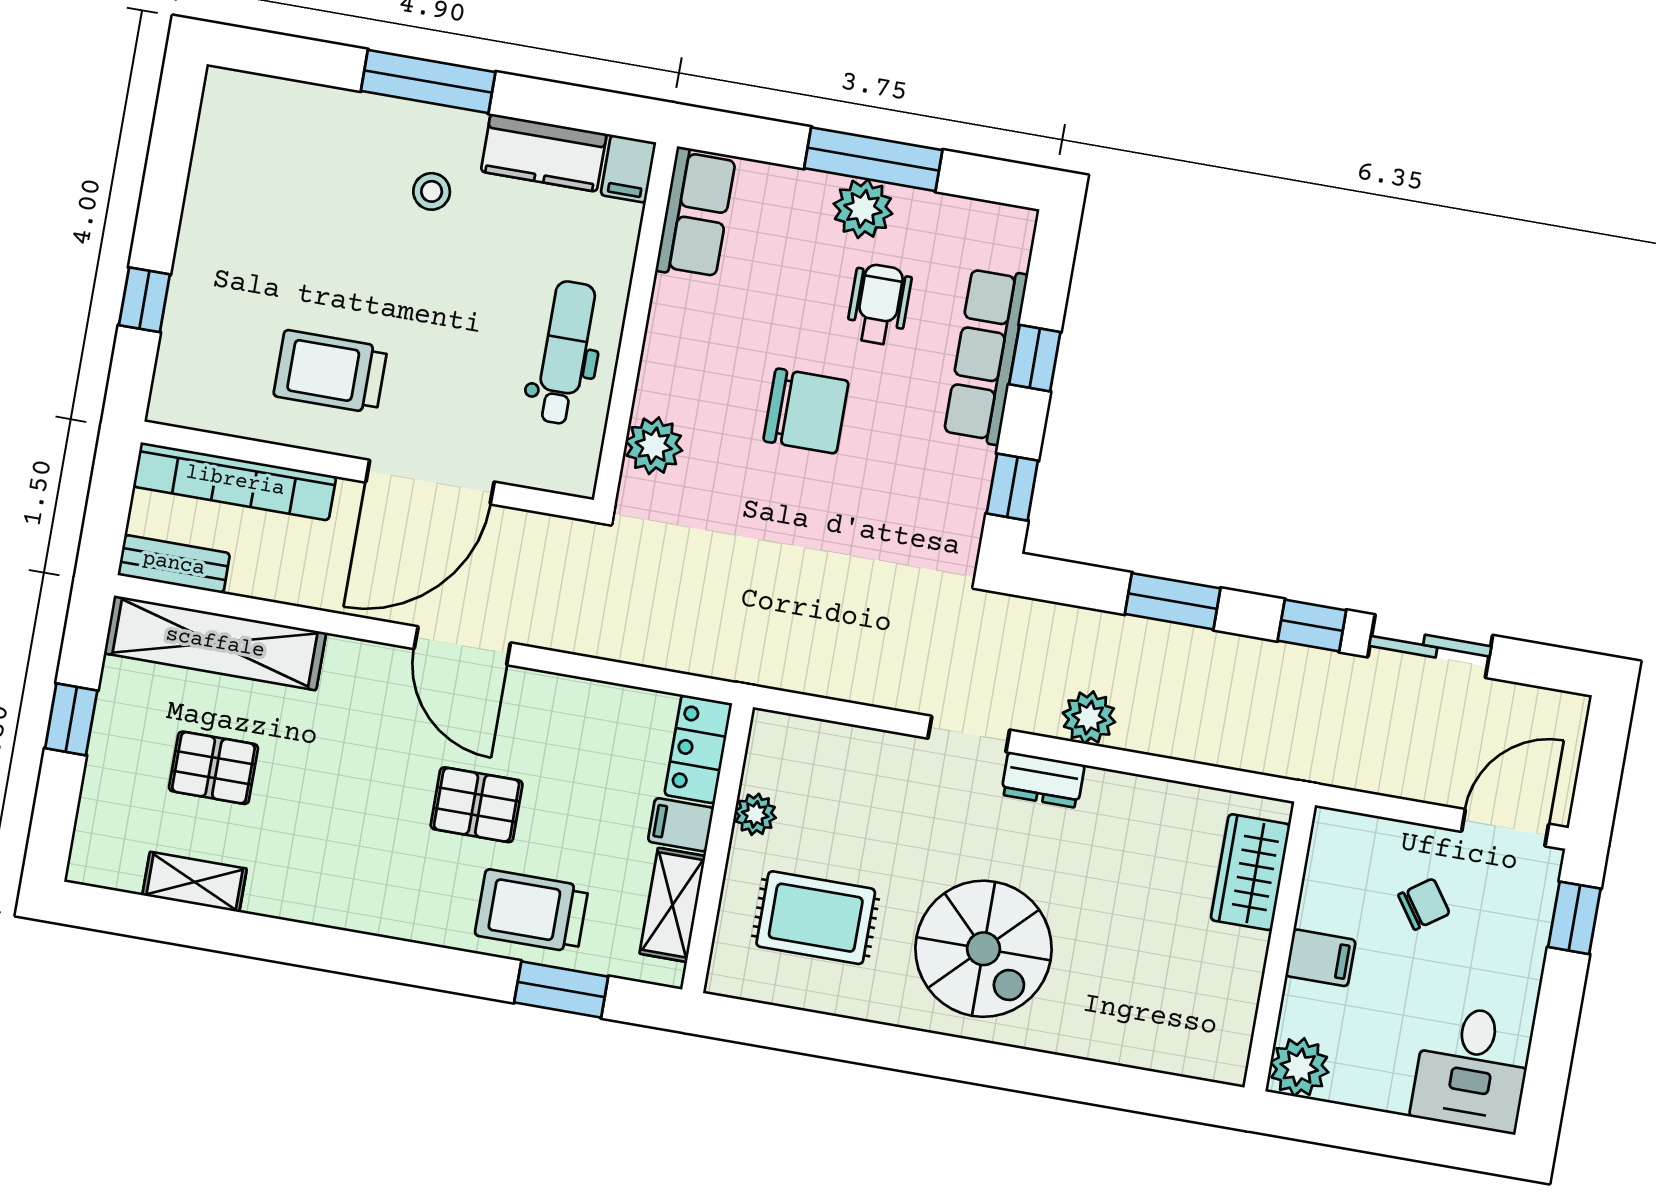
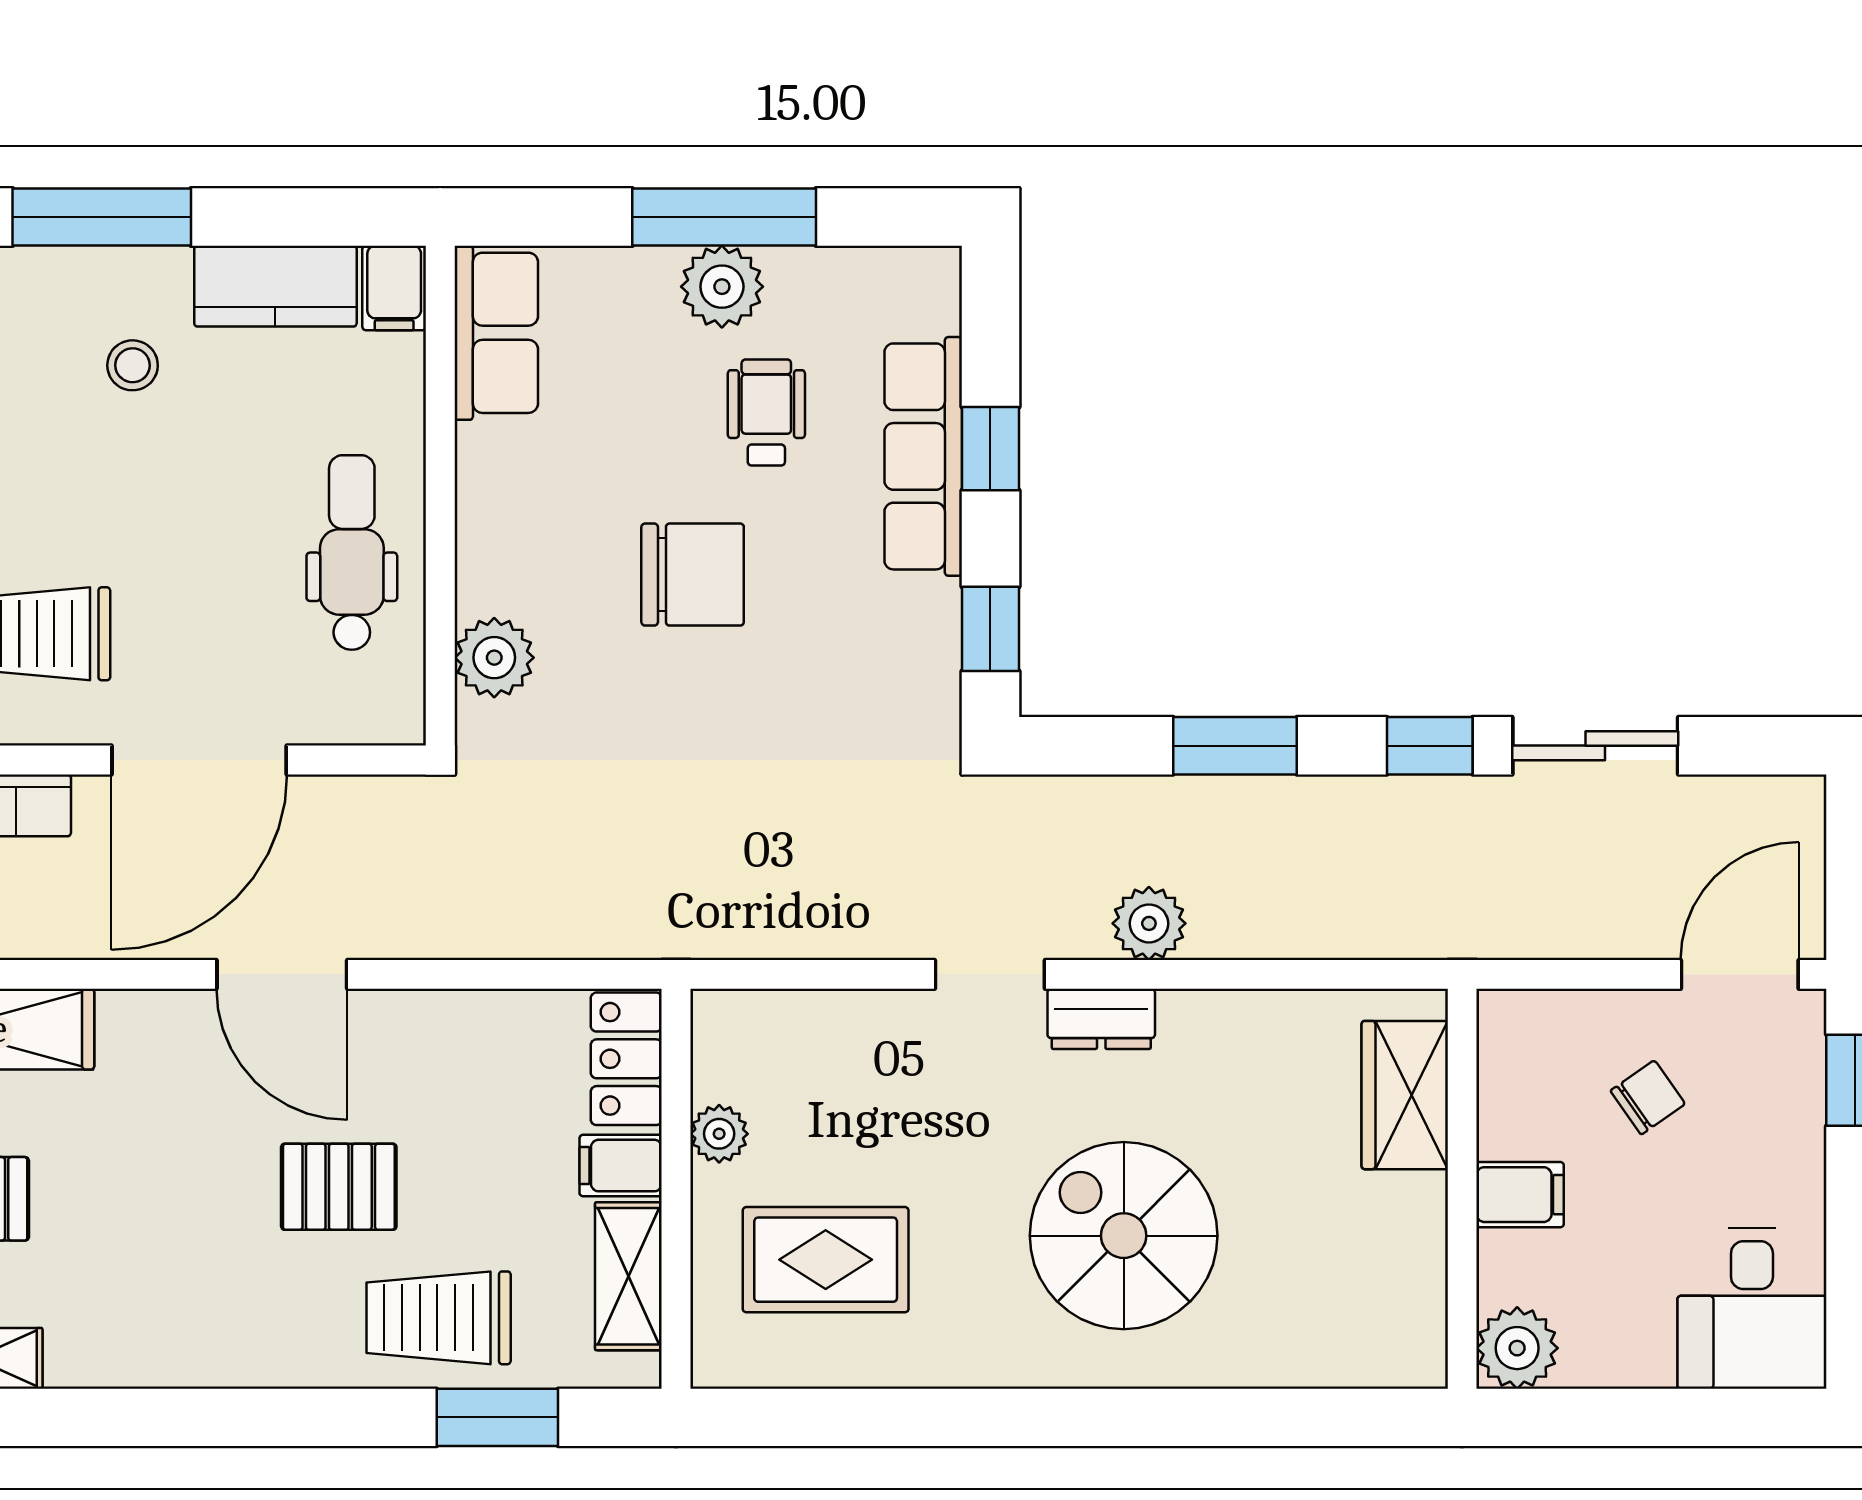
spiral stairs: (983, 949) -> (1124, 1236), moved, turned 180

